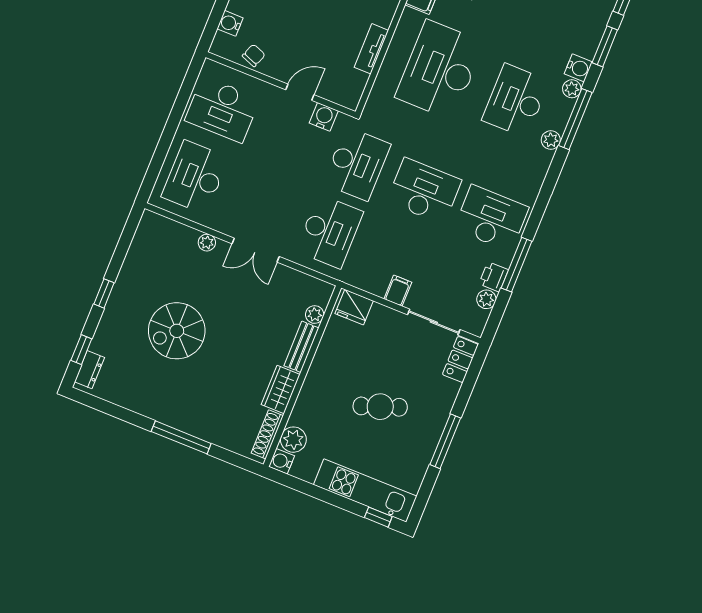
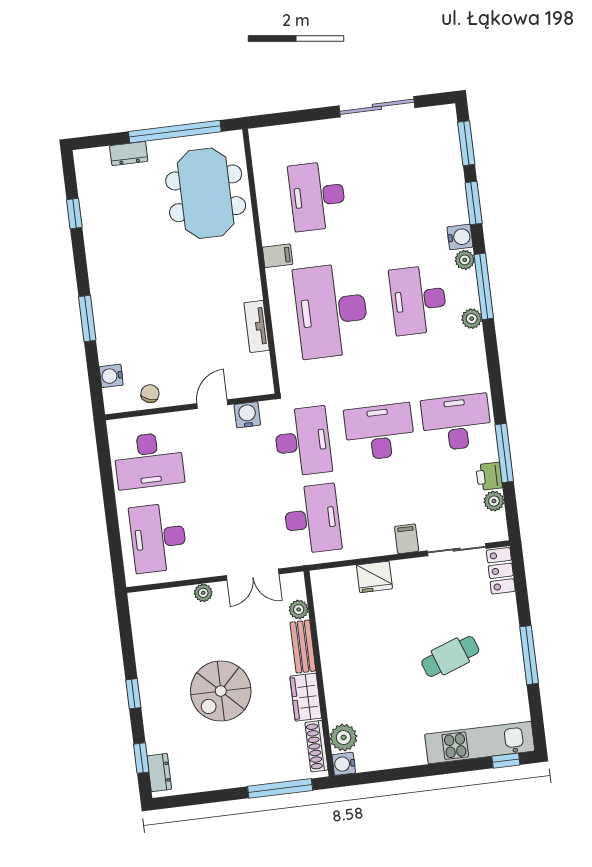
plant: (315, 315) -> (299, 610), moved
bench: (301, 347) -> (303, 647), moved
wall: (302, 376) -> (319, 673), moved
wardrobe: (281, 389) -> (306, 697), moved
shoe rack: (267, 434) -> (316, 746), moved
plant: (293, 440) -> (344, 737), moved
water cooler: (282, 461) -> (344, 764), moved

